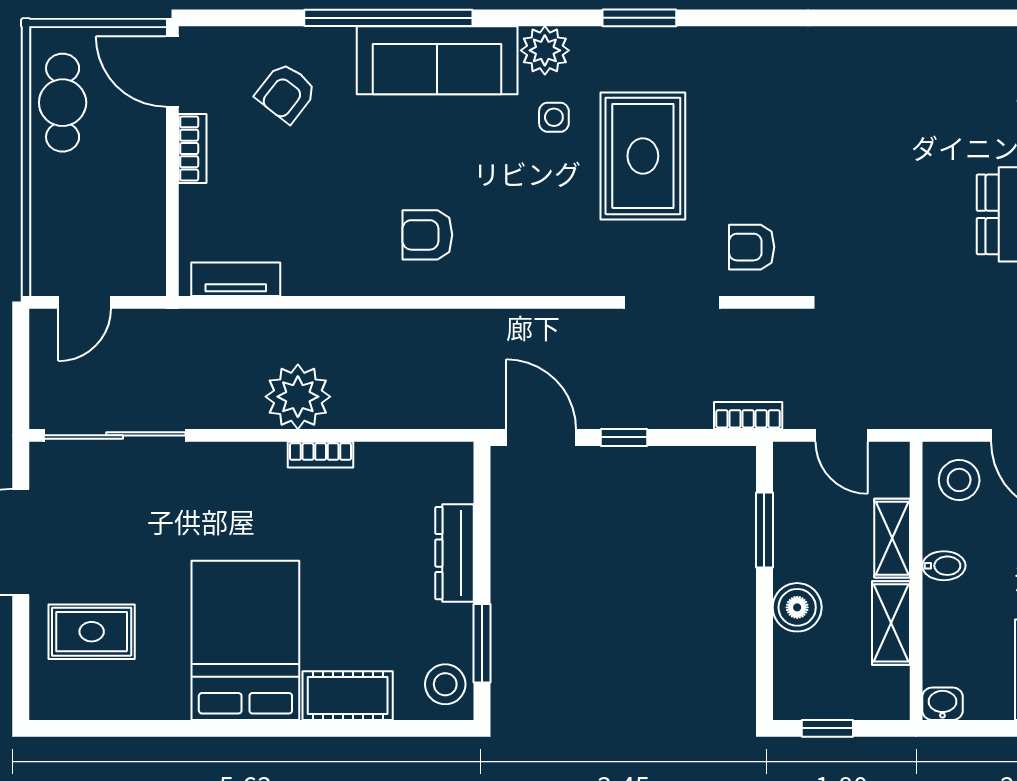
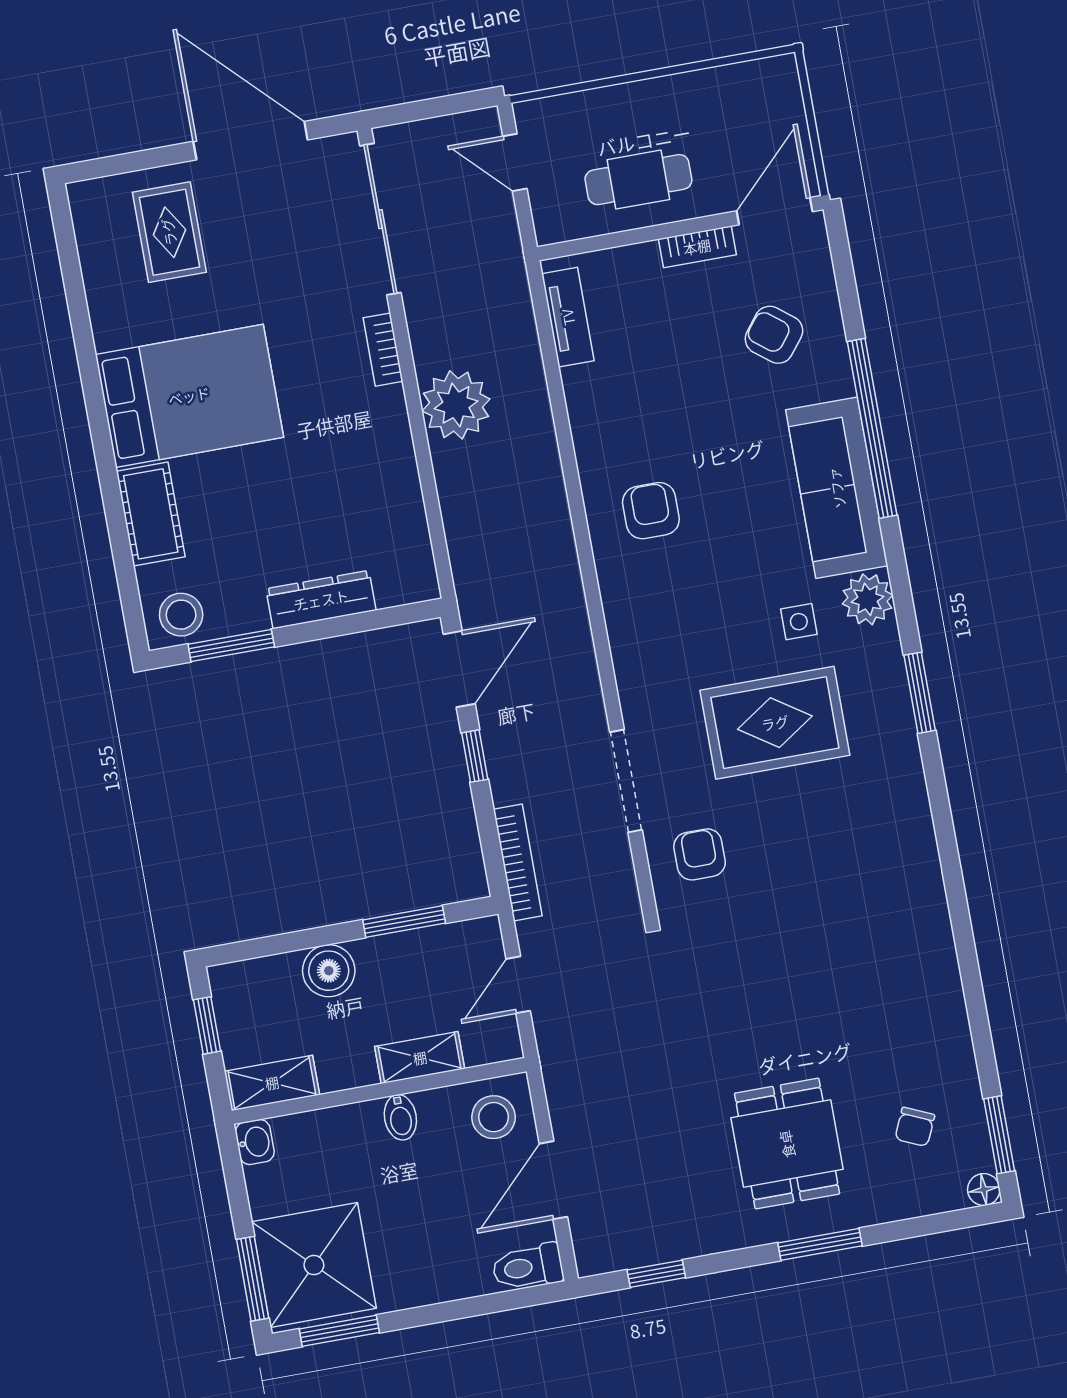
cafe table: (63, 103) -> (638, 180), moved
bookcase: (748, 416) -> (518, 863), width x1.56
bookcase: (321, 455) -> (383, 350), moved
shelving: (891, 623) -> (272, 1083), moved

